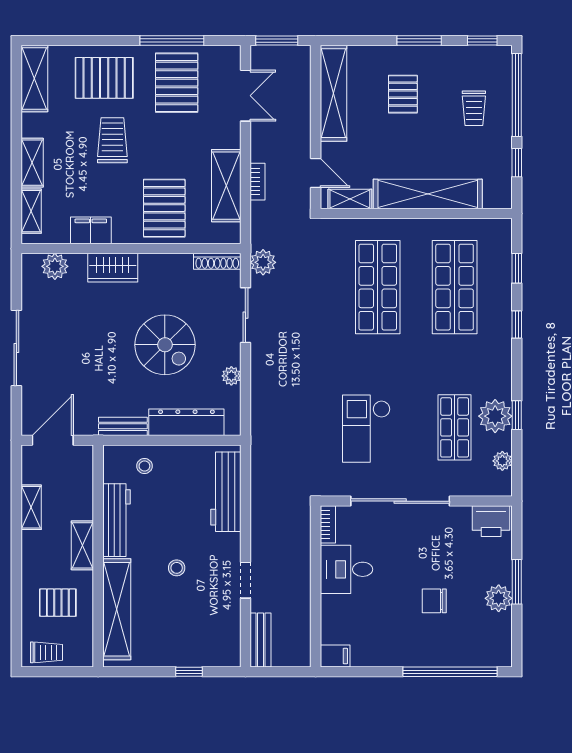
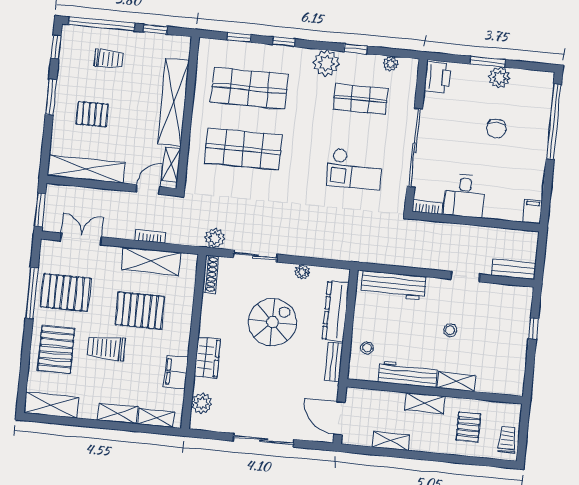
pallet: (164, 208) -> (140, 311), moved
plant: (495, 416) -> (326, 63), moved
shelving: (117, 609) -> (456, 382), width x0.45, depth x0.75

